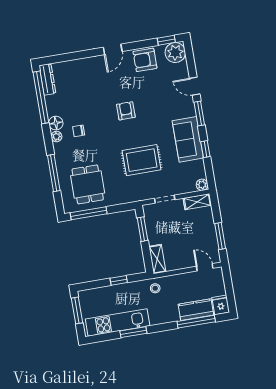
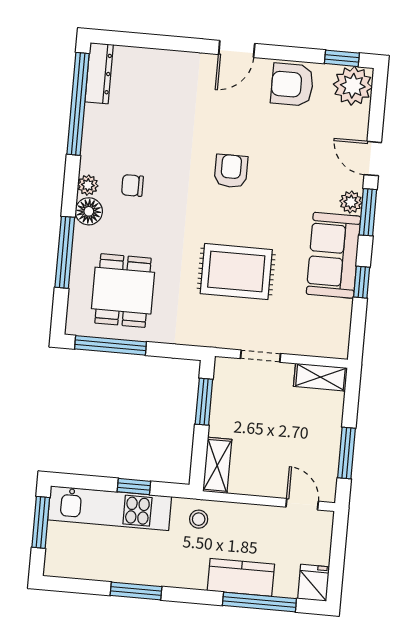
floor lamp: (56, 123) -> (89, 211), moved
plant: (202, 185) -> (351, 202), moved
kitchen counter: (196, 310) -> (241, 577), moved
kitchen unit: (118, 322) -> (110, 508), moved, turned 180

